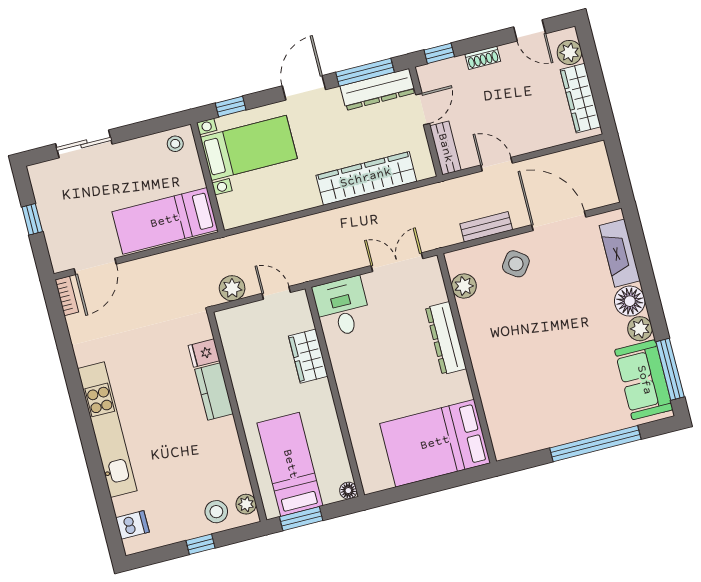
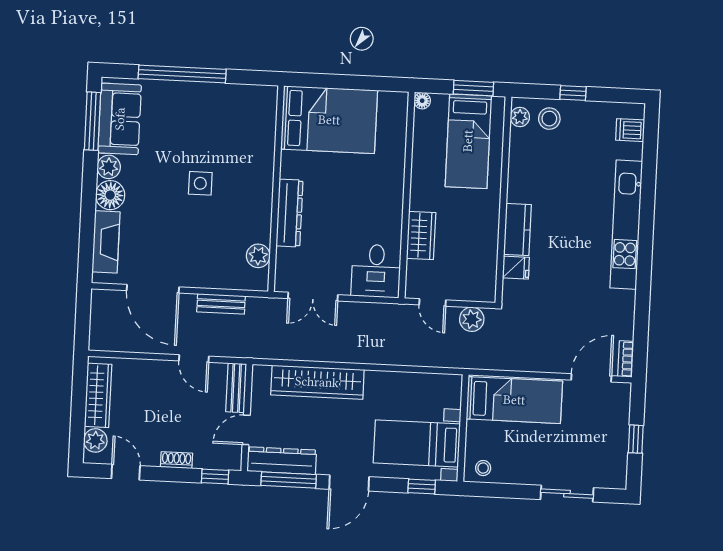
side table: (516, 264) -> (200, 183), moved, turned -36

